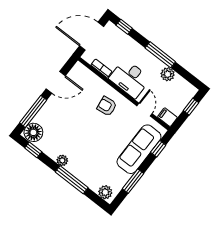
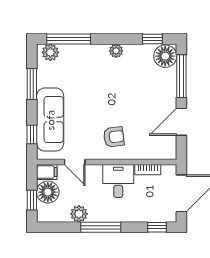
desk: (130, 79) -> (118, 181), width x0.73
floor lamp: (177, 104) -> (48, 192), added
window: (72, 180) -> (69, 39), moved

